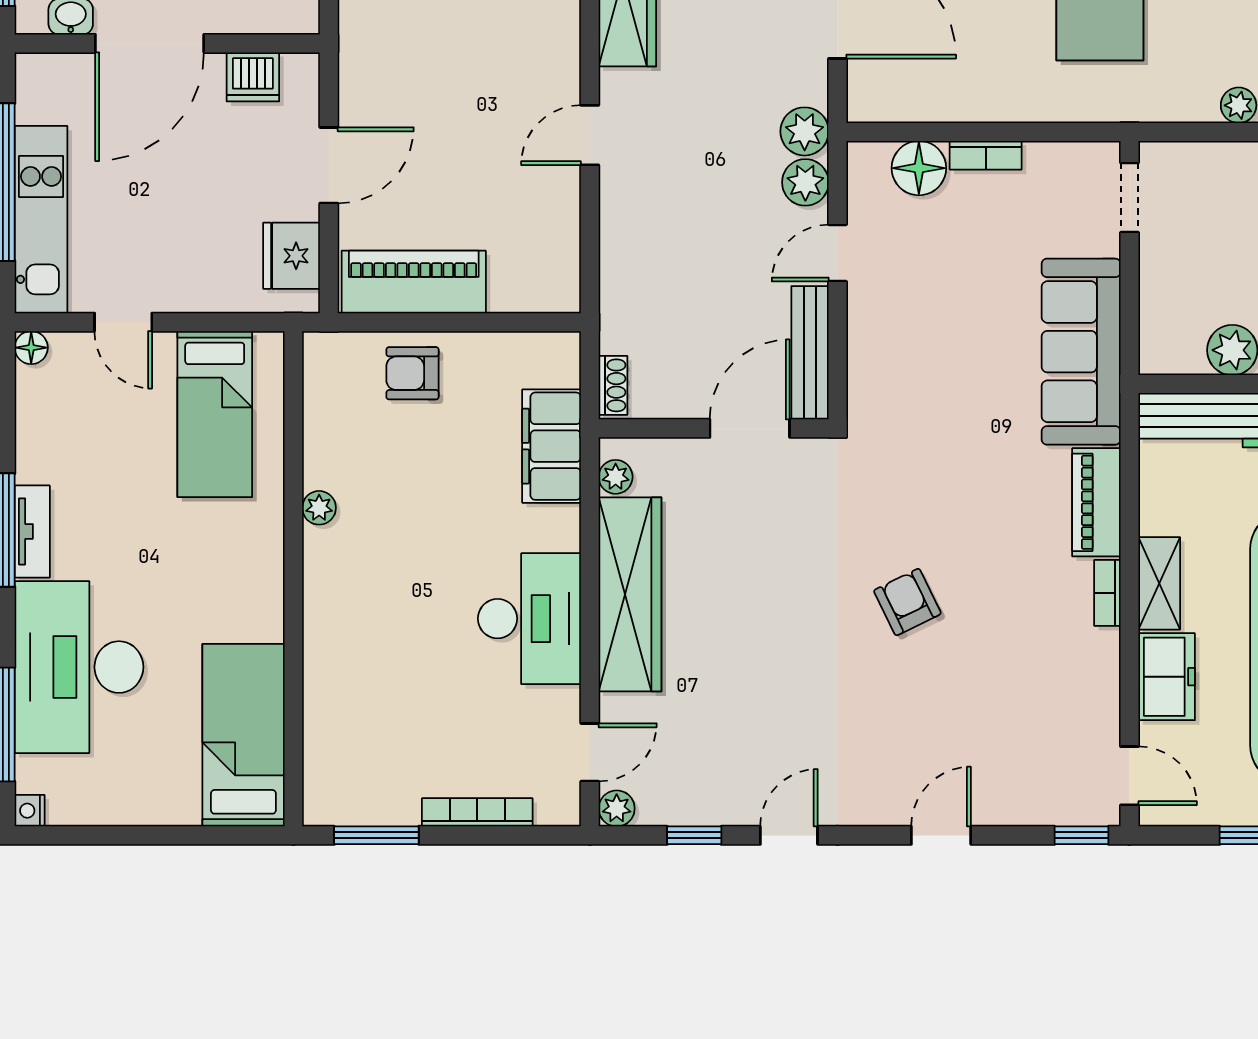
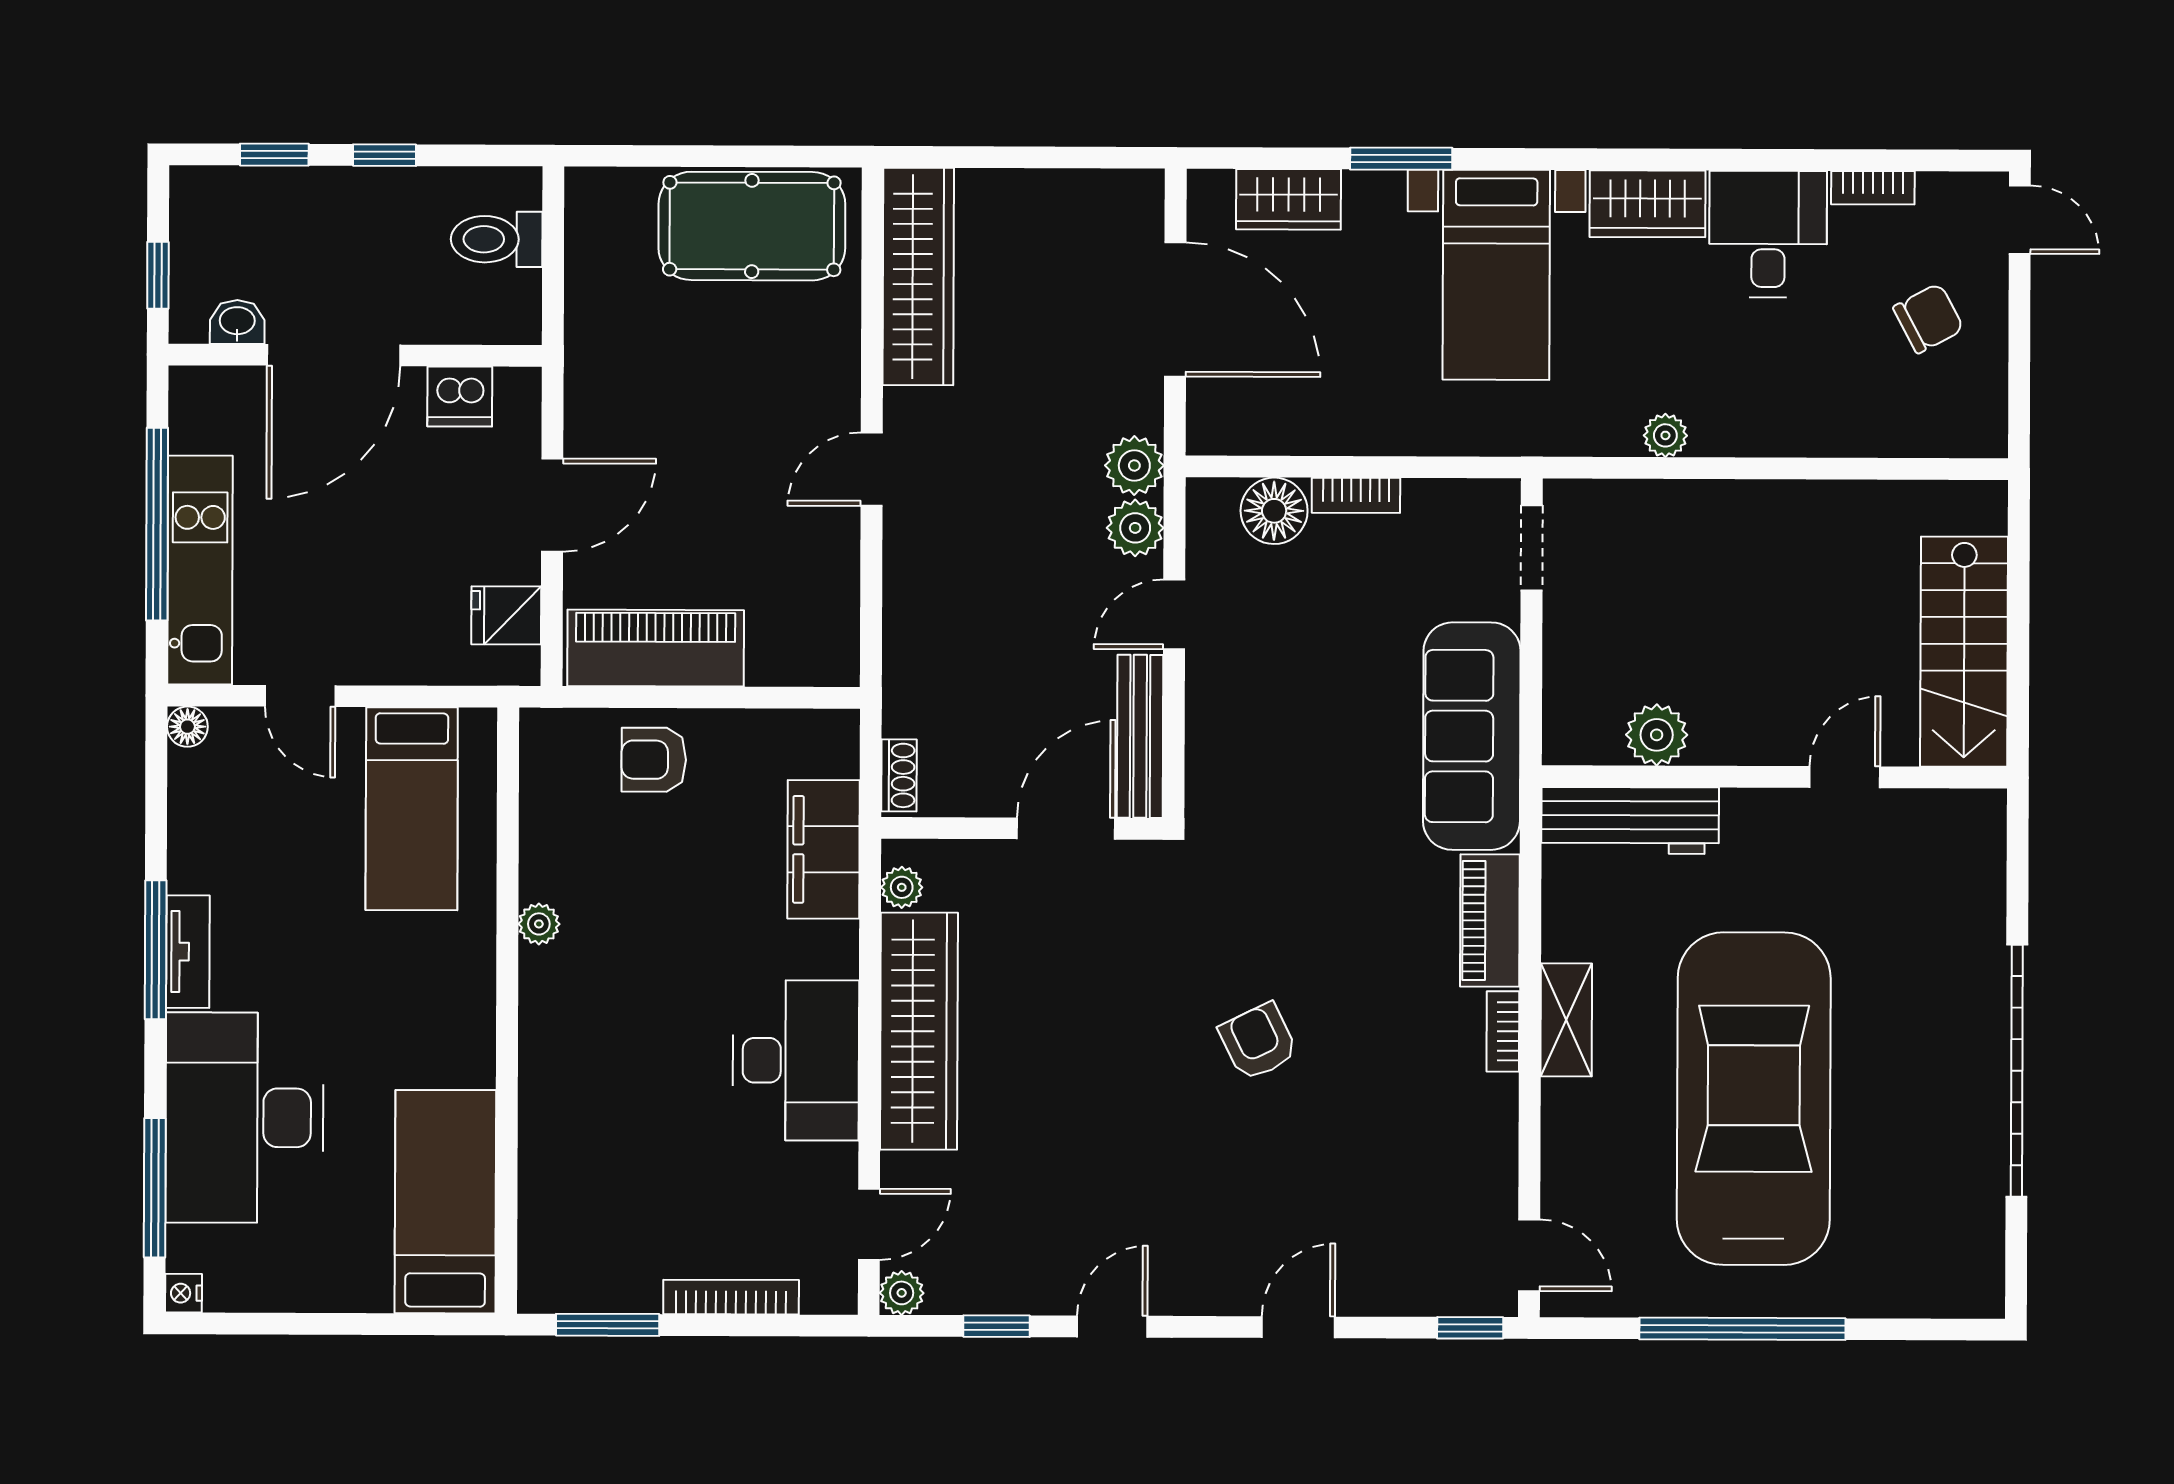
fridge: (291, 256) -> (506, 615), width x0.72
freezer: (1167, 677) -> (1575, 1134), removed

